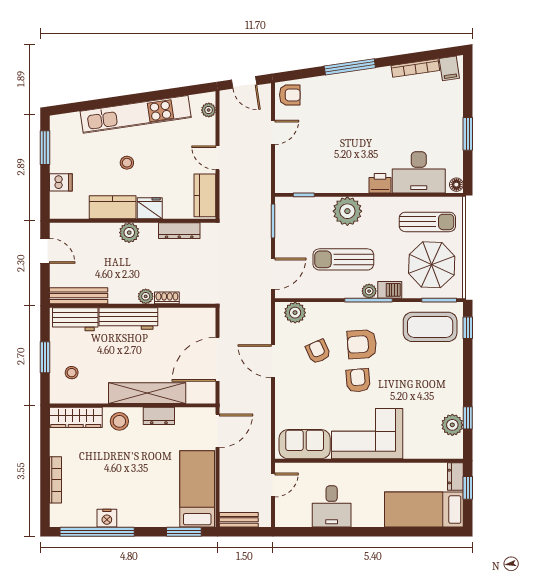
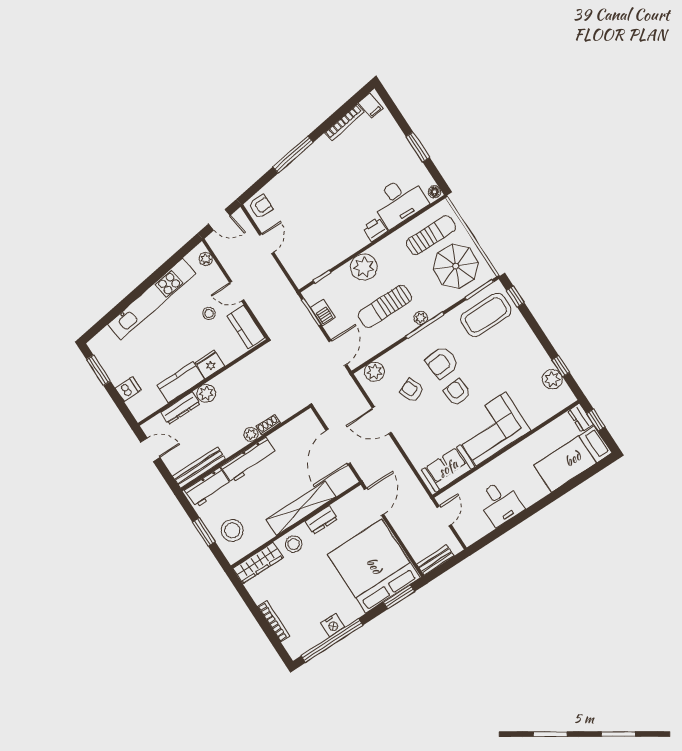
stool: (127, 163) -> (209, 313), moved
dresser: (179, 231) -> (181, 408), moved
barbecue: (390, 290) -> (323, 312), moved, turned 90
stool: (72, 373) -> (232, 530), width x1.89, depth x1.89
bed: (197, 489) -> (374, 566), width x2.04

